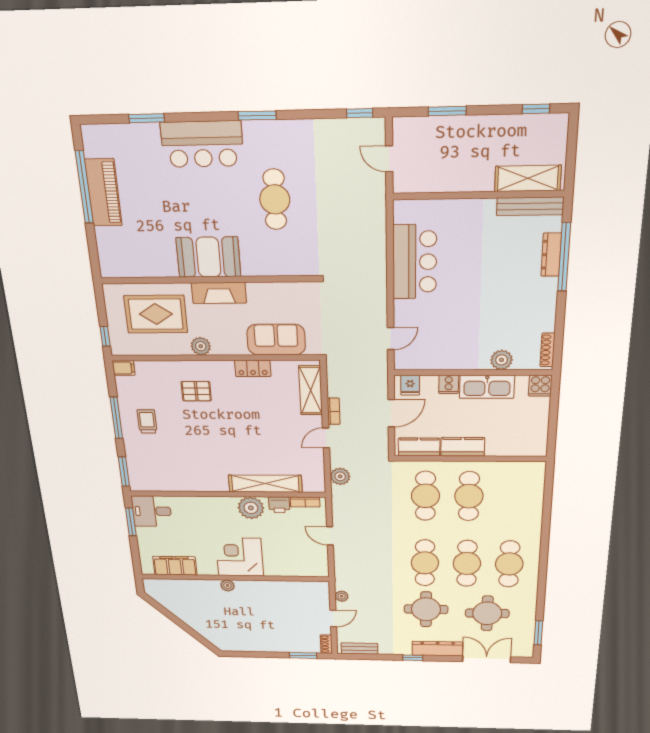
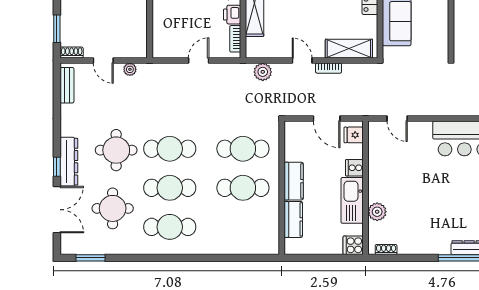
shoe rack: (548, 350) -> (386, 249), width x0.70
kitchen counter: (419, 447) -> (293, 219), moved
window: (413, 658) -> (57, 167), moved

